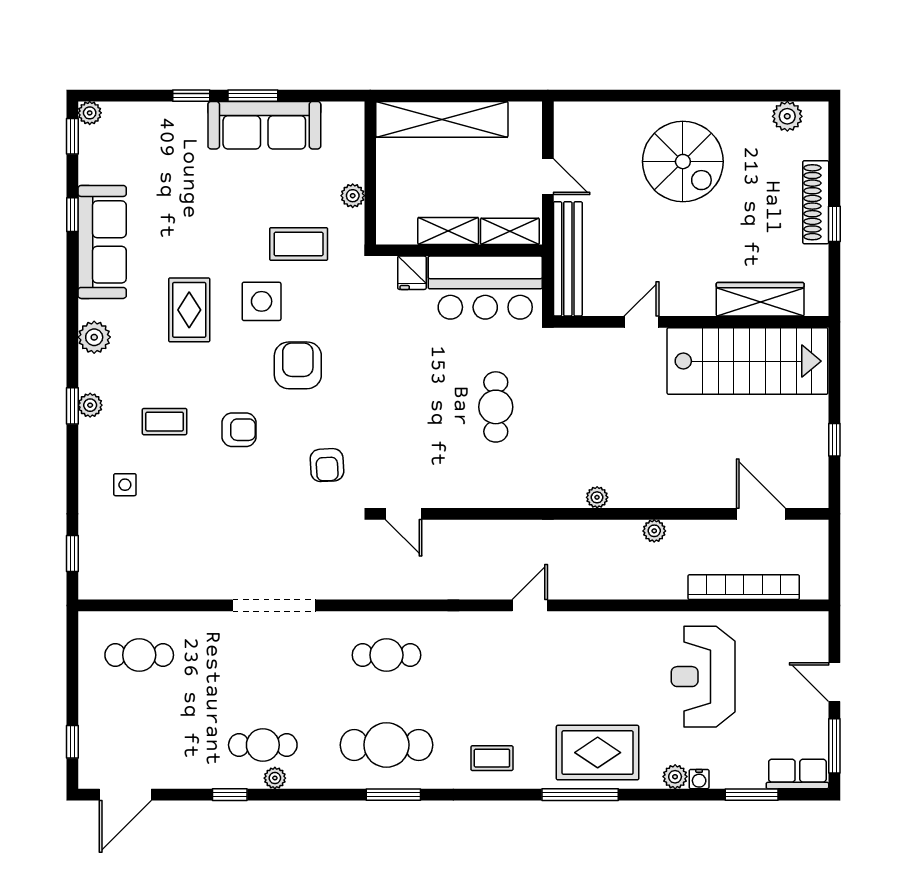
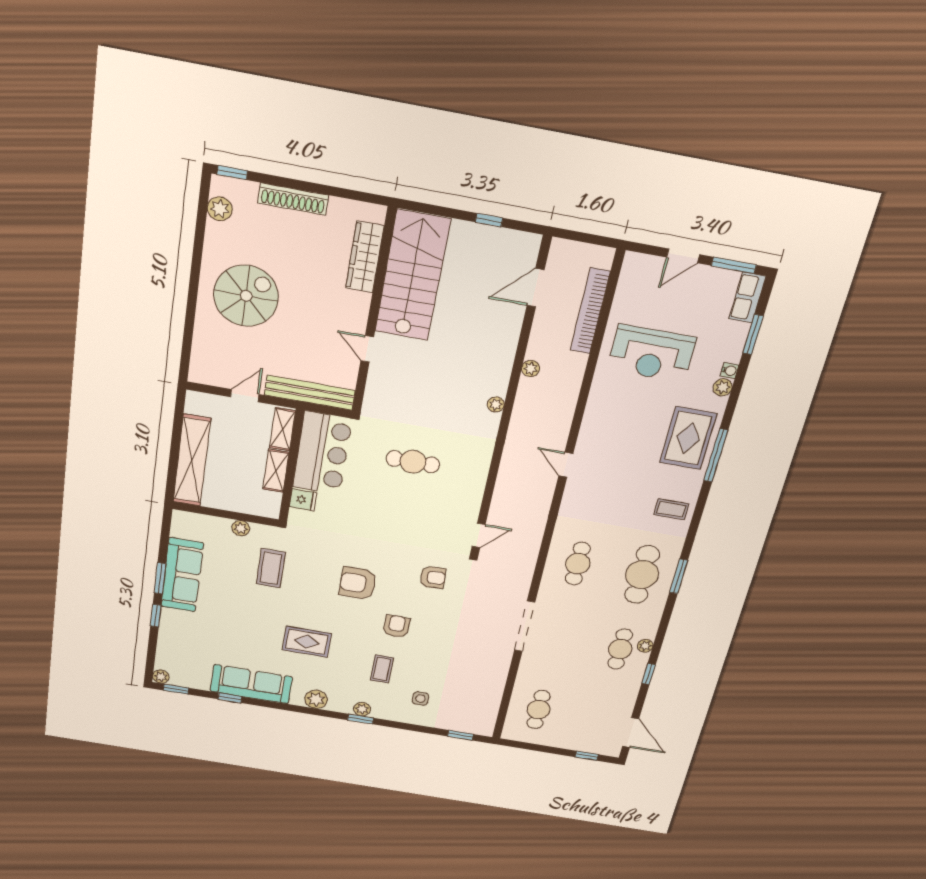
window: (834, 224) -> (232, 172), moved
side table: (262, 301) -> (308, 598), removed
coffee table: (492, 758) -> (671, 509), turned 90

